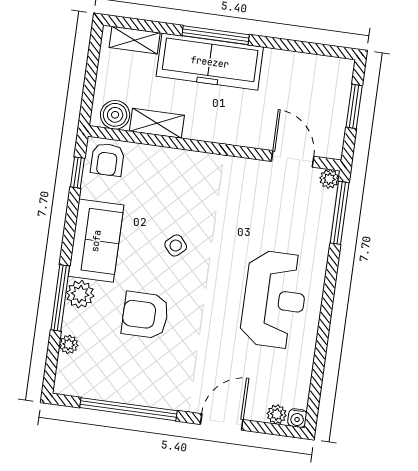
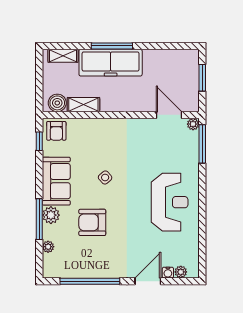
water cooler: (297, 418) -> (168, 273), moved

